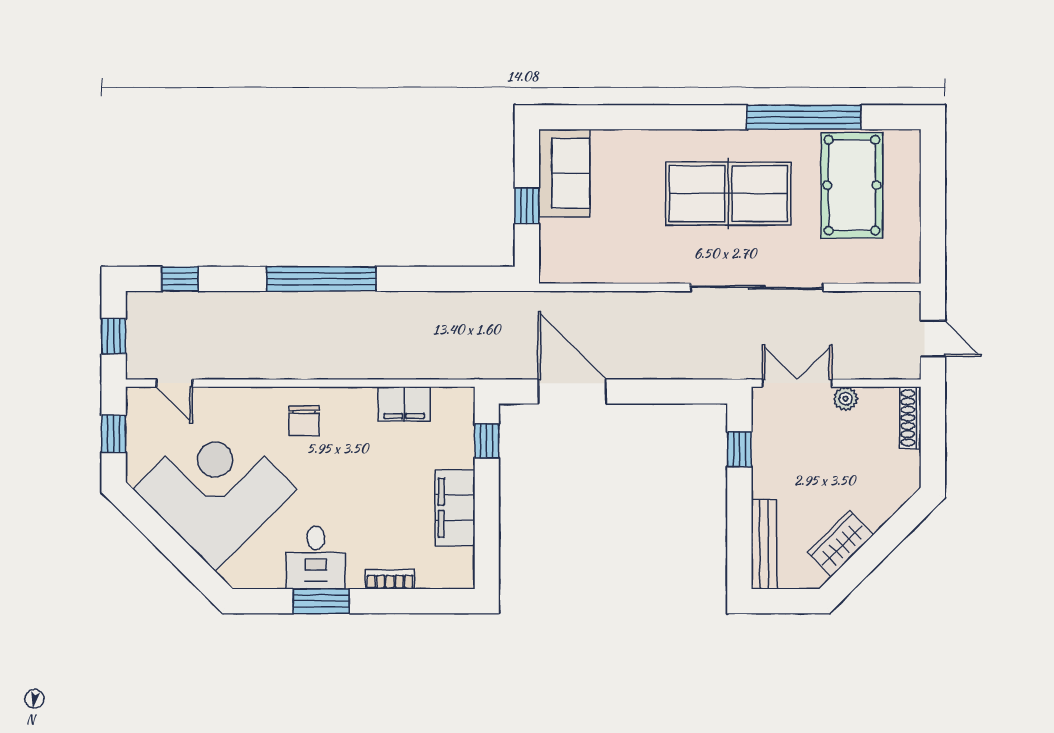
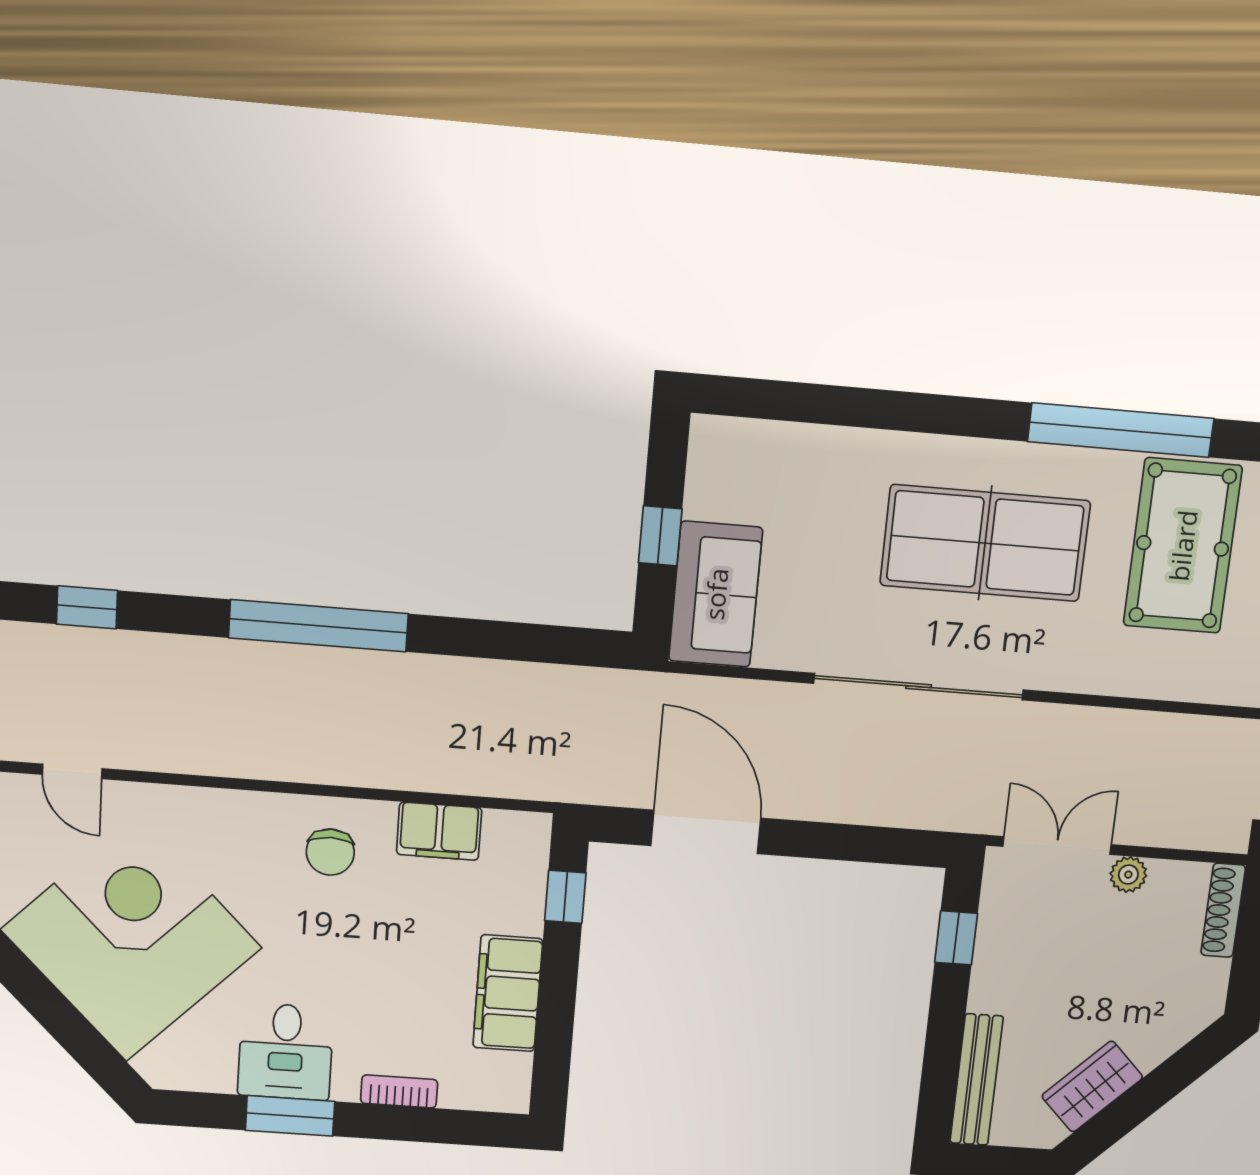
sofa: (564, 173) -> (716, 594), moved
sliding door: (757, 287) -> (919, 687), moved
chair: (304, 421) -> (330, 852), moved

